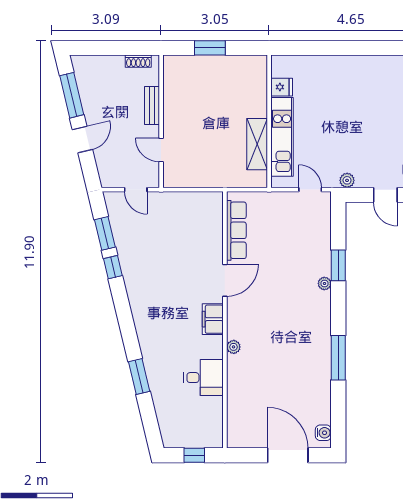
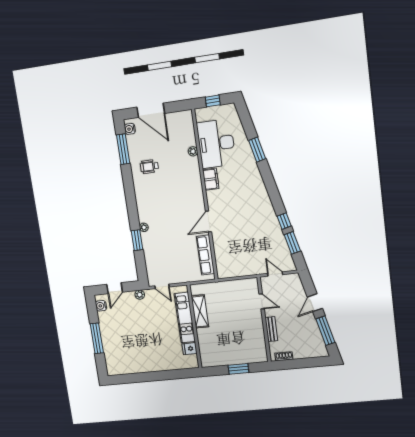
door: (385, 195) -> (115, 288), swing flipped
filing cabinet: (213, 319) -> (211, 179), moved
plant: (234, 347) -> (193, 151), moved
window: (338, 358) -> (123, 149), moved
wheelchair: (302, 373) -> (149, 167), added
desk: (204, 378) -> (216, 144), width x1.87, depth x1.30

